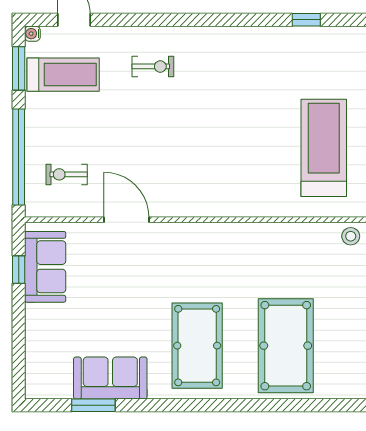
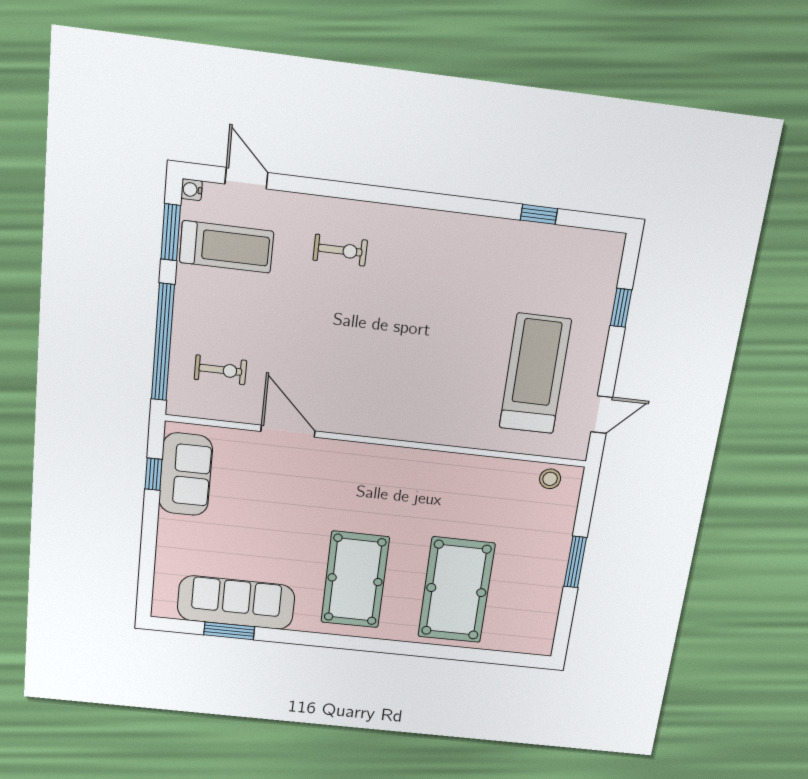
exercise bike: (67, 174) -> (220, 370), turned 180
sofa: (110, 378) -> (236, 603), width x1.36

